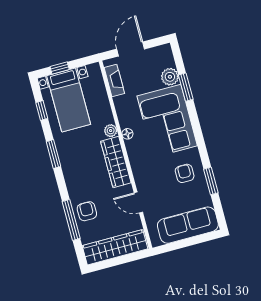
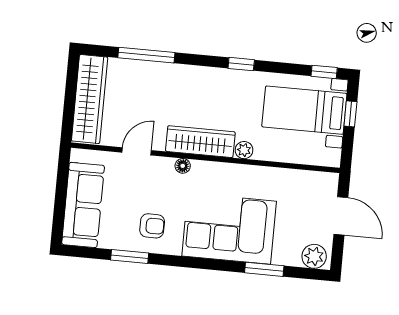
plant: (170, 77) -> (314, 256), moved
fireplace: (114, 81) -> (308, 179), removed
window: (42, 111) -> (324, 72), moved
floor lamp: (127, 134) -> (183, 166), moved
window: (53, 154) -> (241, 64), width x0.67
armchair: (87, 211) -> (150, 80), removed

